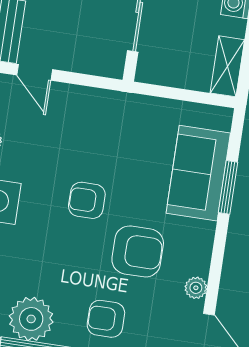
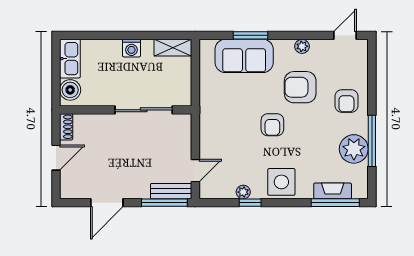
armchair: (138, 251) -> (300, 87), turned -90
plant: (196, 288) -> (302, 46), moved

